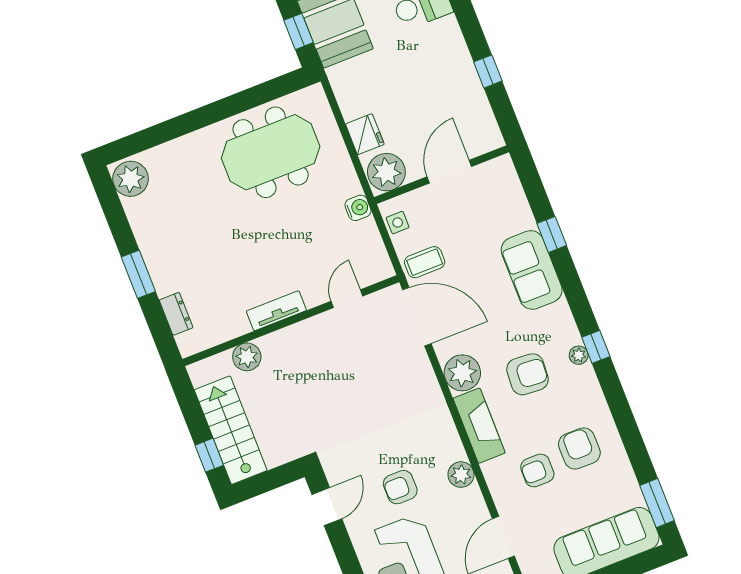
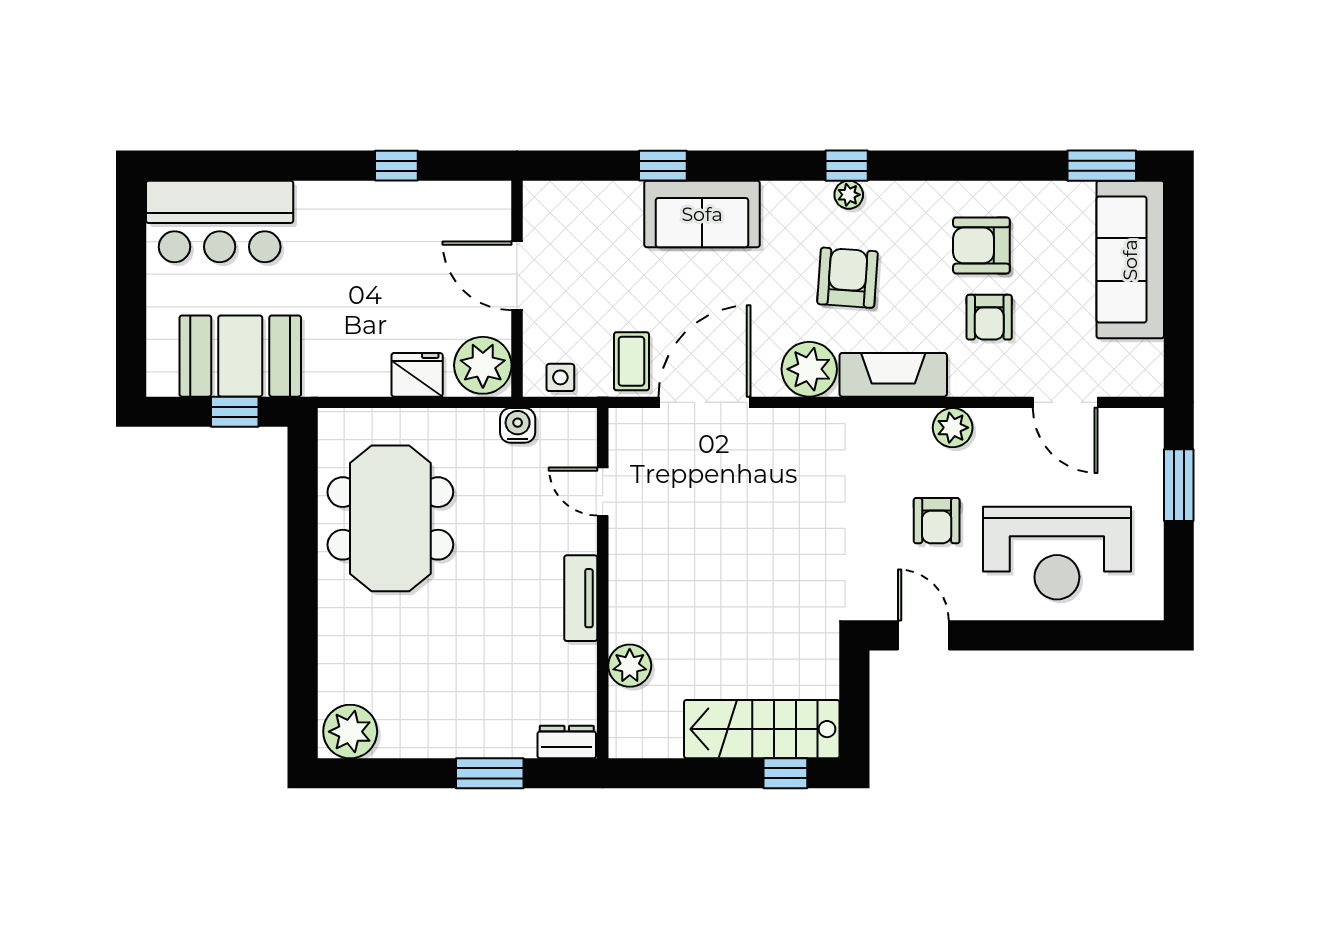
door: (347, 299) -> (603, 492), moved
tv unit: (276, 311) -> (581, 598), moved
wall: (291, 321) -> (603, 583), moved
plant: (247, 357) -> (630, 666), moved

